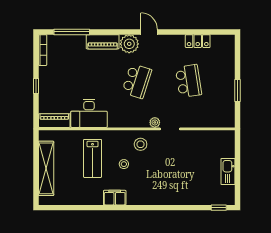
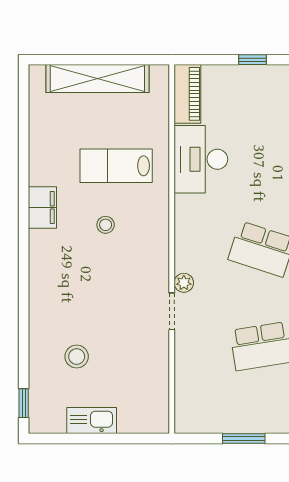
stool: (141, 144) -> (77, 357), moved

